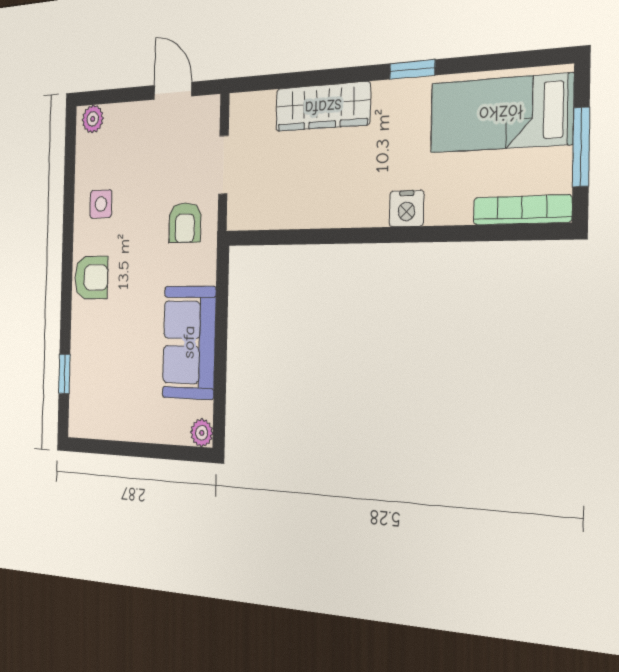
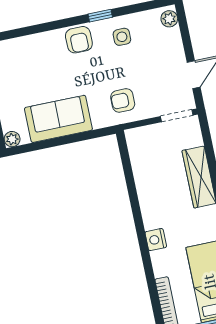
doorway: (223, 165) -> (177, 116), moved
window: (64, 374) -> (100, 16), moved

